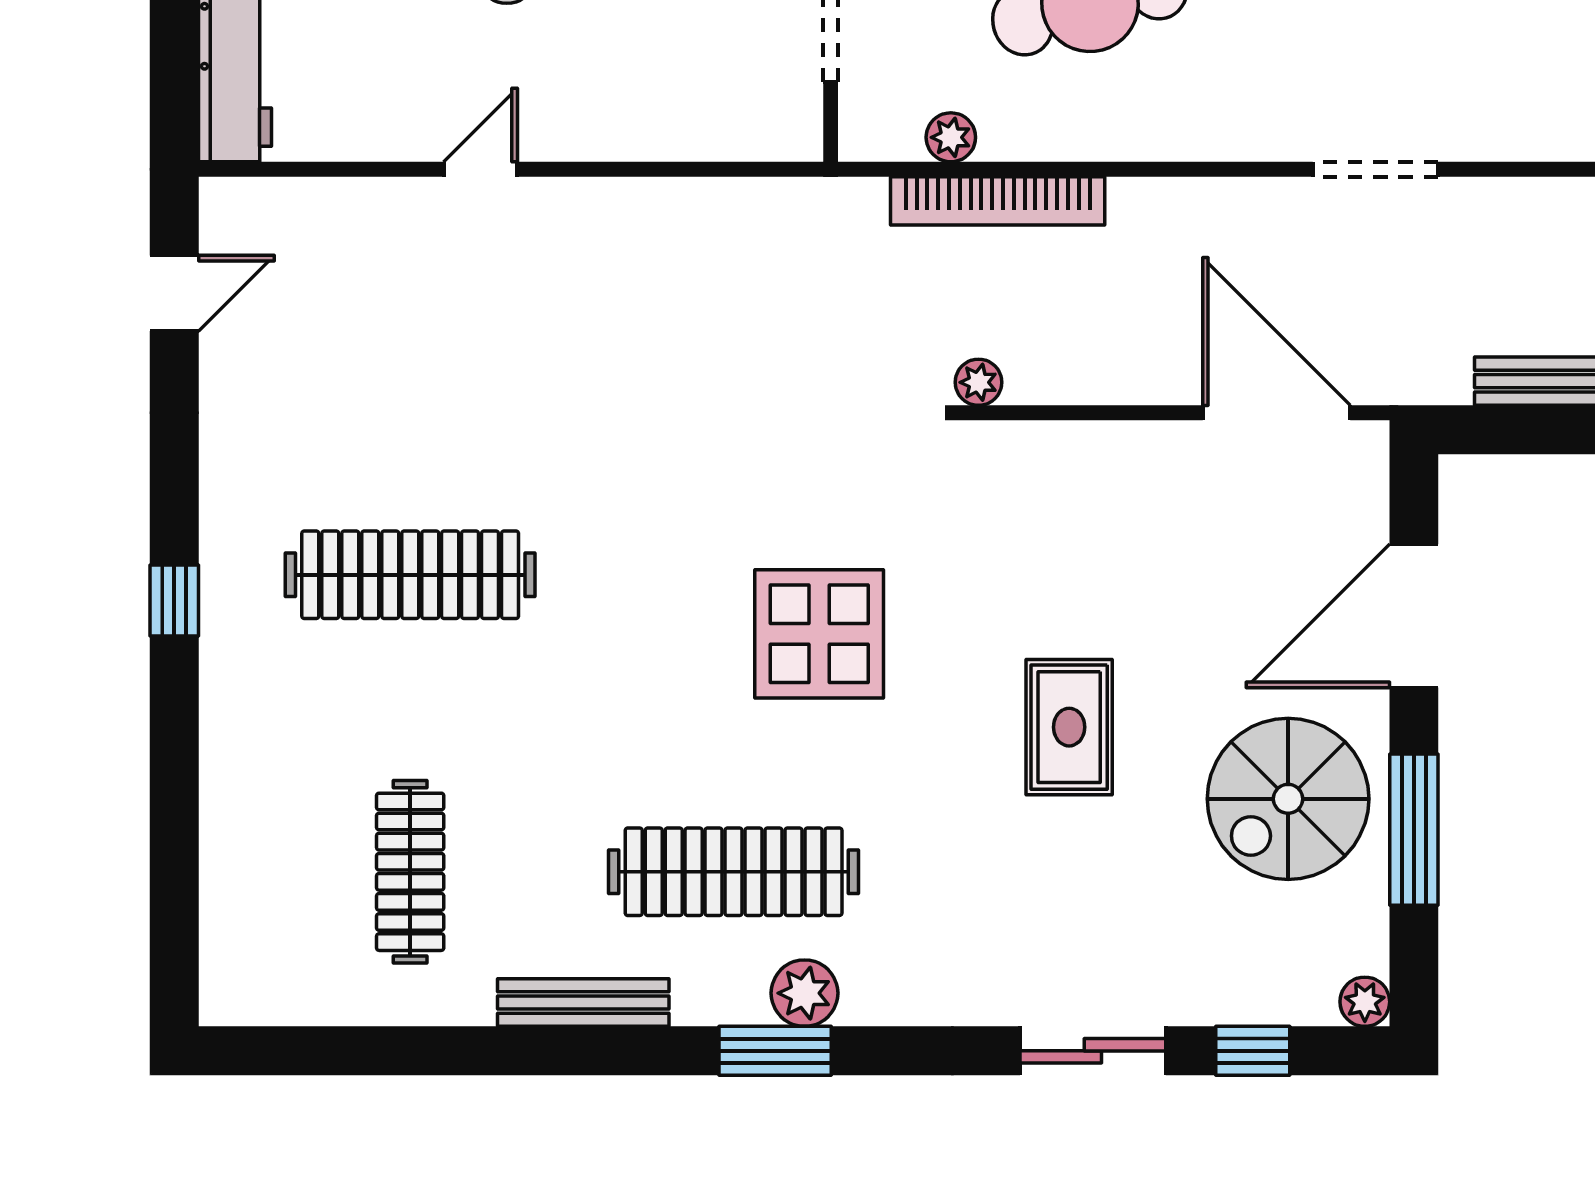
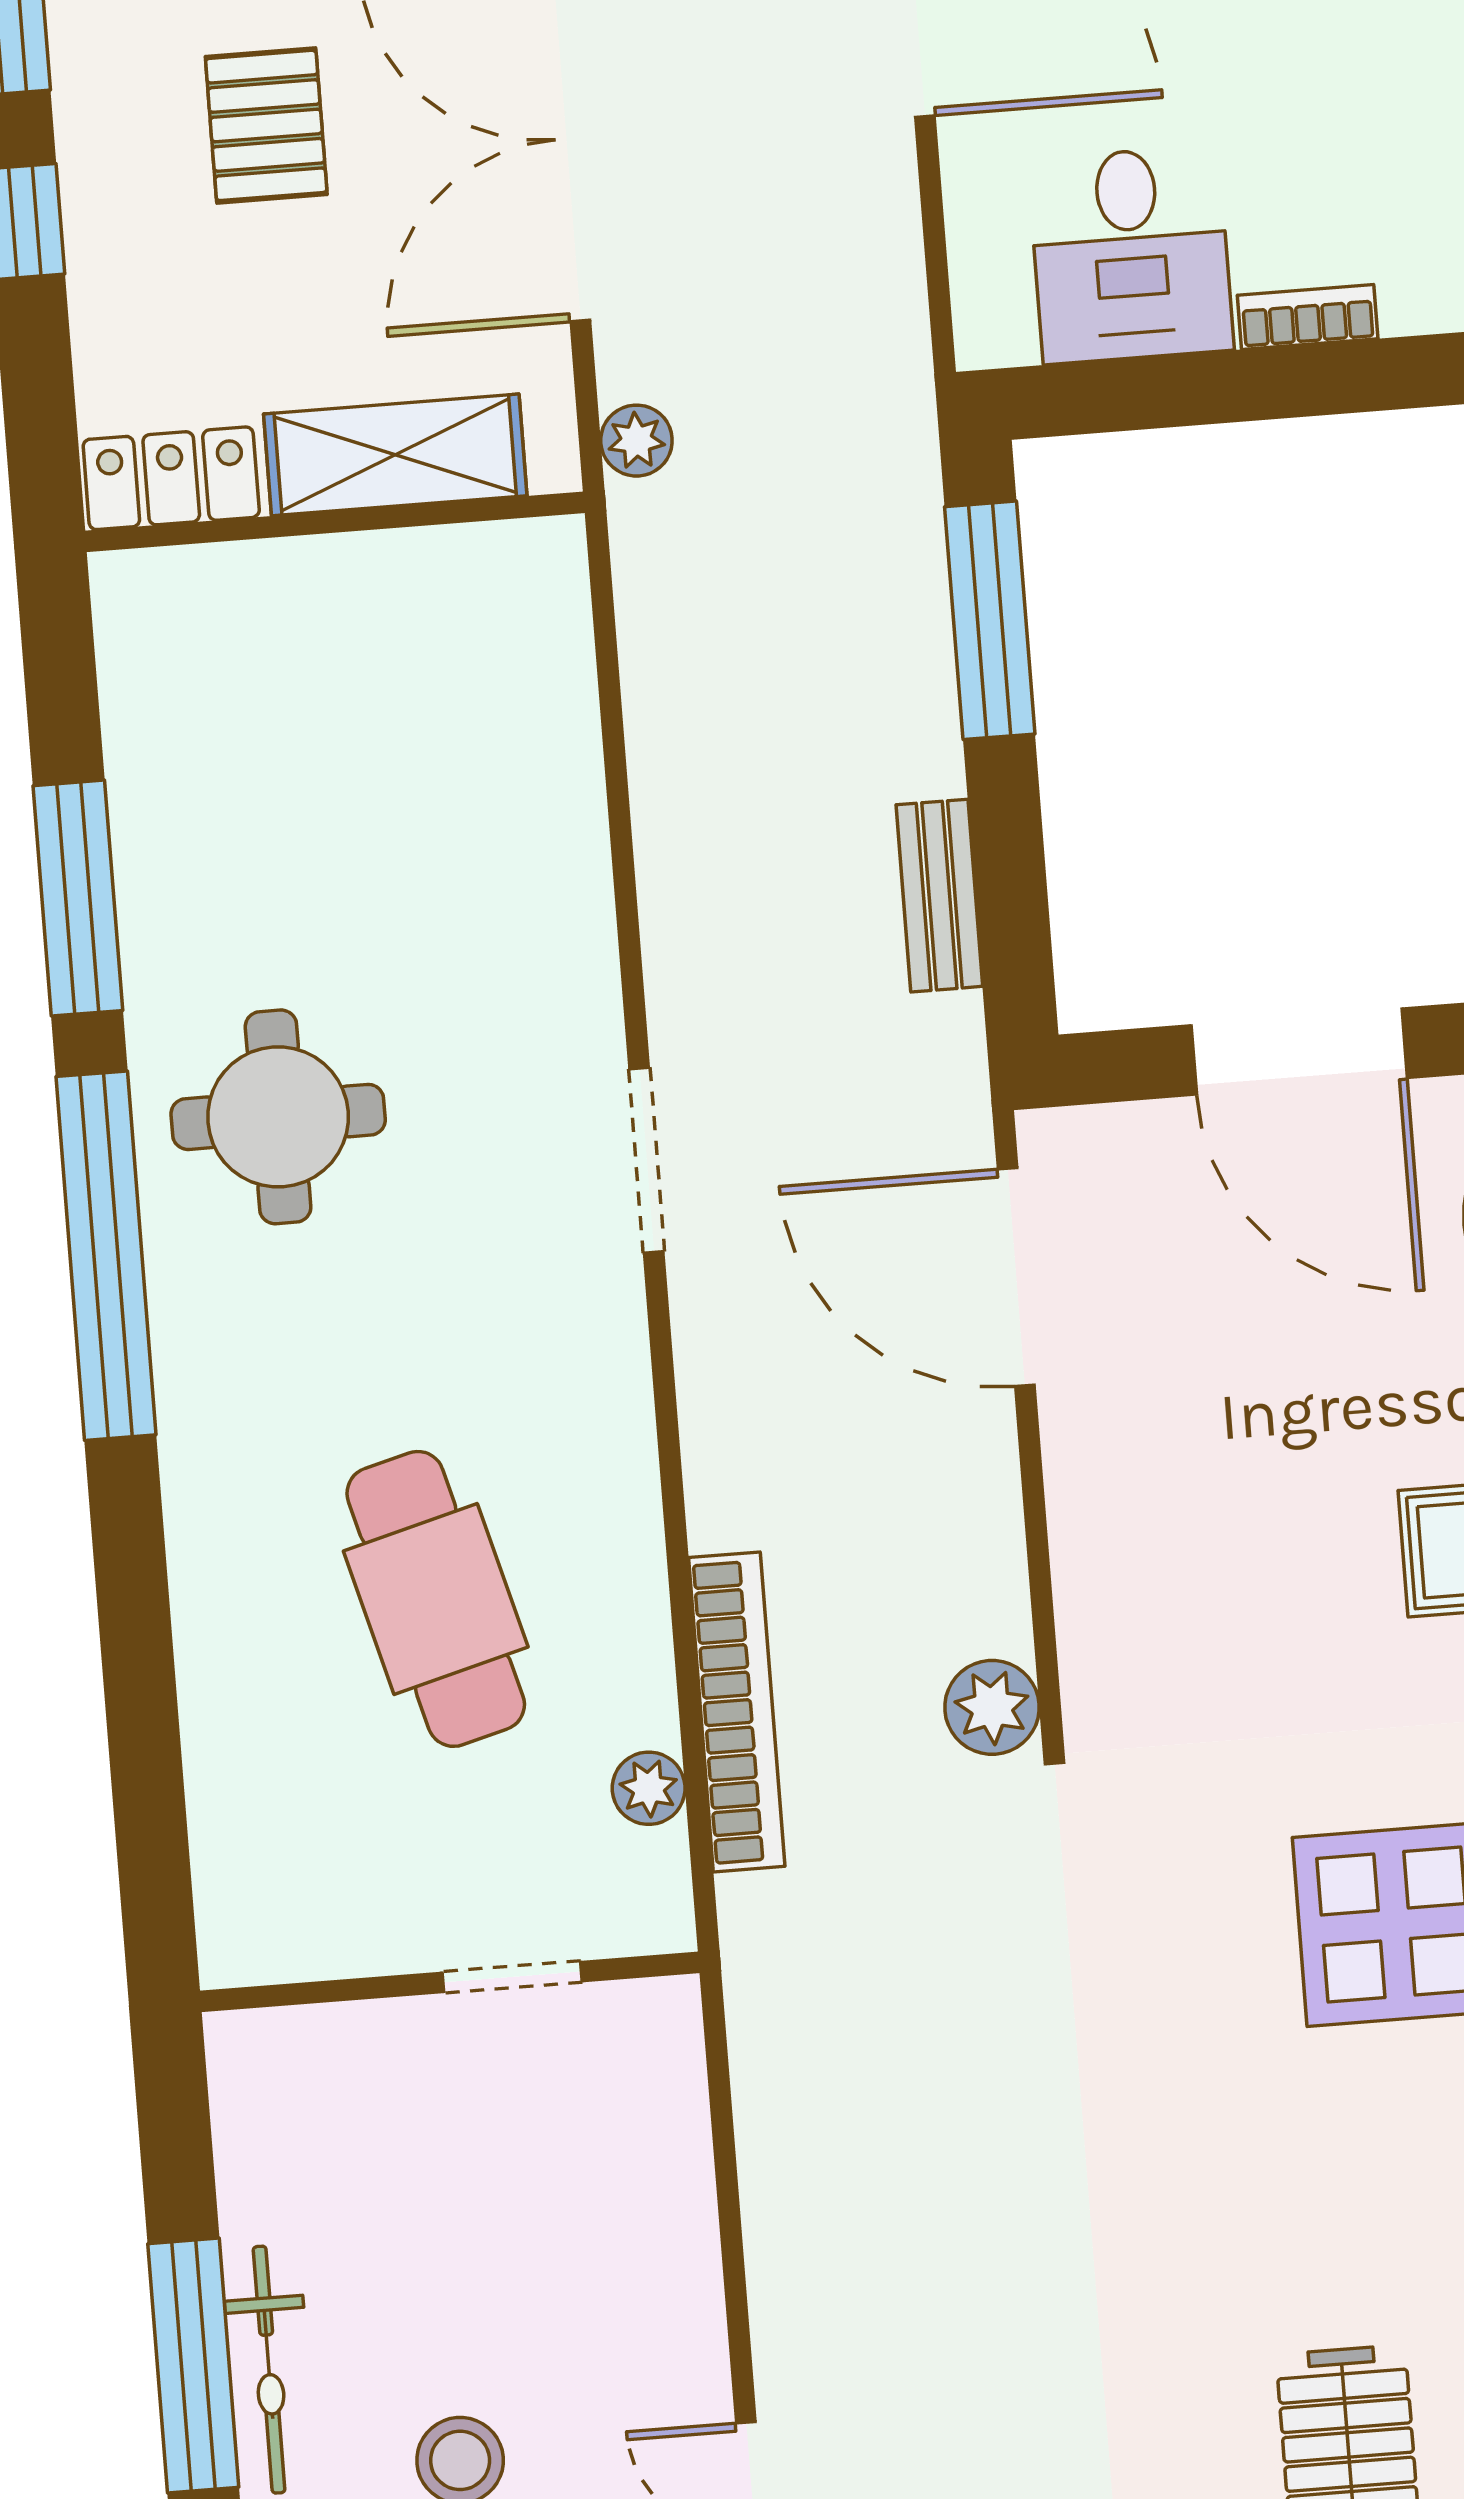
plant: (978, 382) -> (992, 1707), width x1.38, depth x1.38
door: (1277, 413) -> (1016, 1277), hinge flipped

